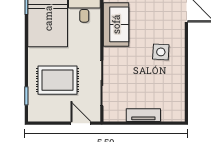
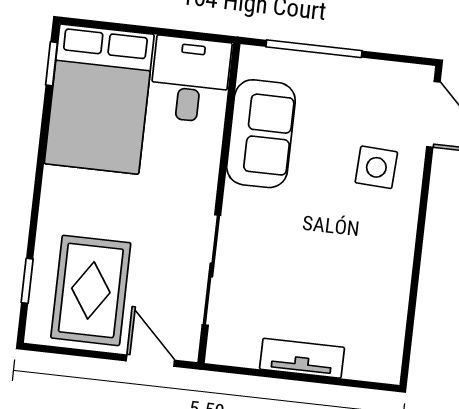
side table: (161, 52) -> (376, 167), moved
rug: (57, 80) -> (91, 290), moved, turned 90

